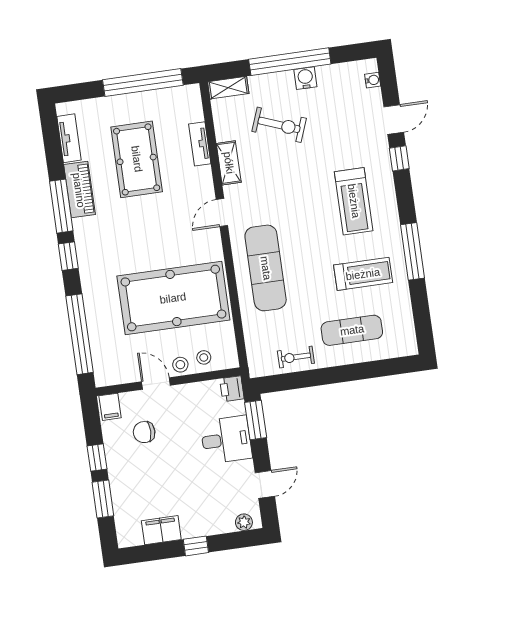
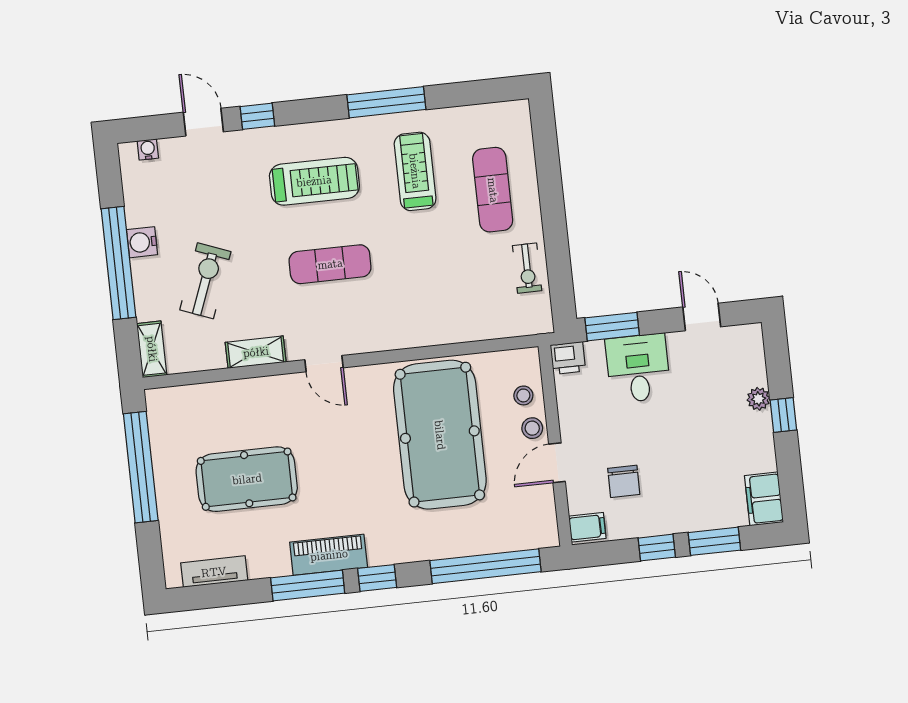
tv unit: (200, 144) -> (228, 391), removed
piano: (79, 190) -> (329, 555), moved
exercise mat: (266, 268) -> (330, 264), moved, width x0.73, depth x0.69
plant: (244, 522) -> (758, 399), moved
filing cabinet: (161, 530) -> (764, 499), moved

